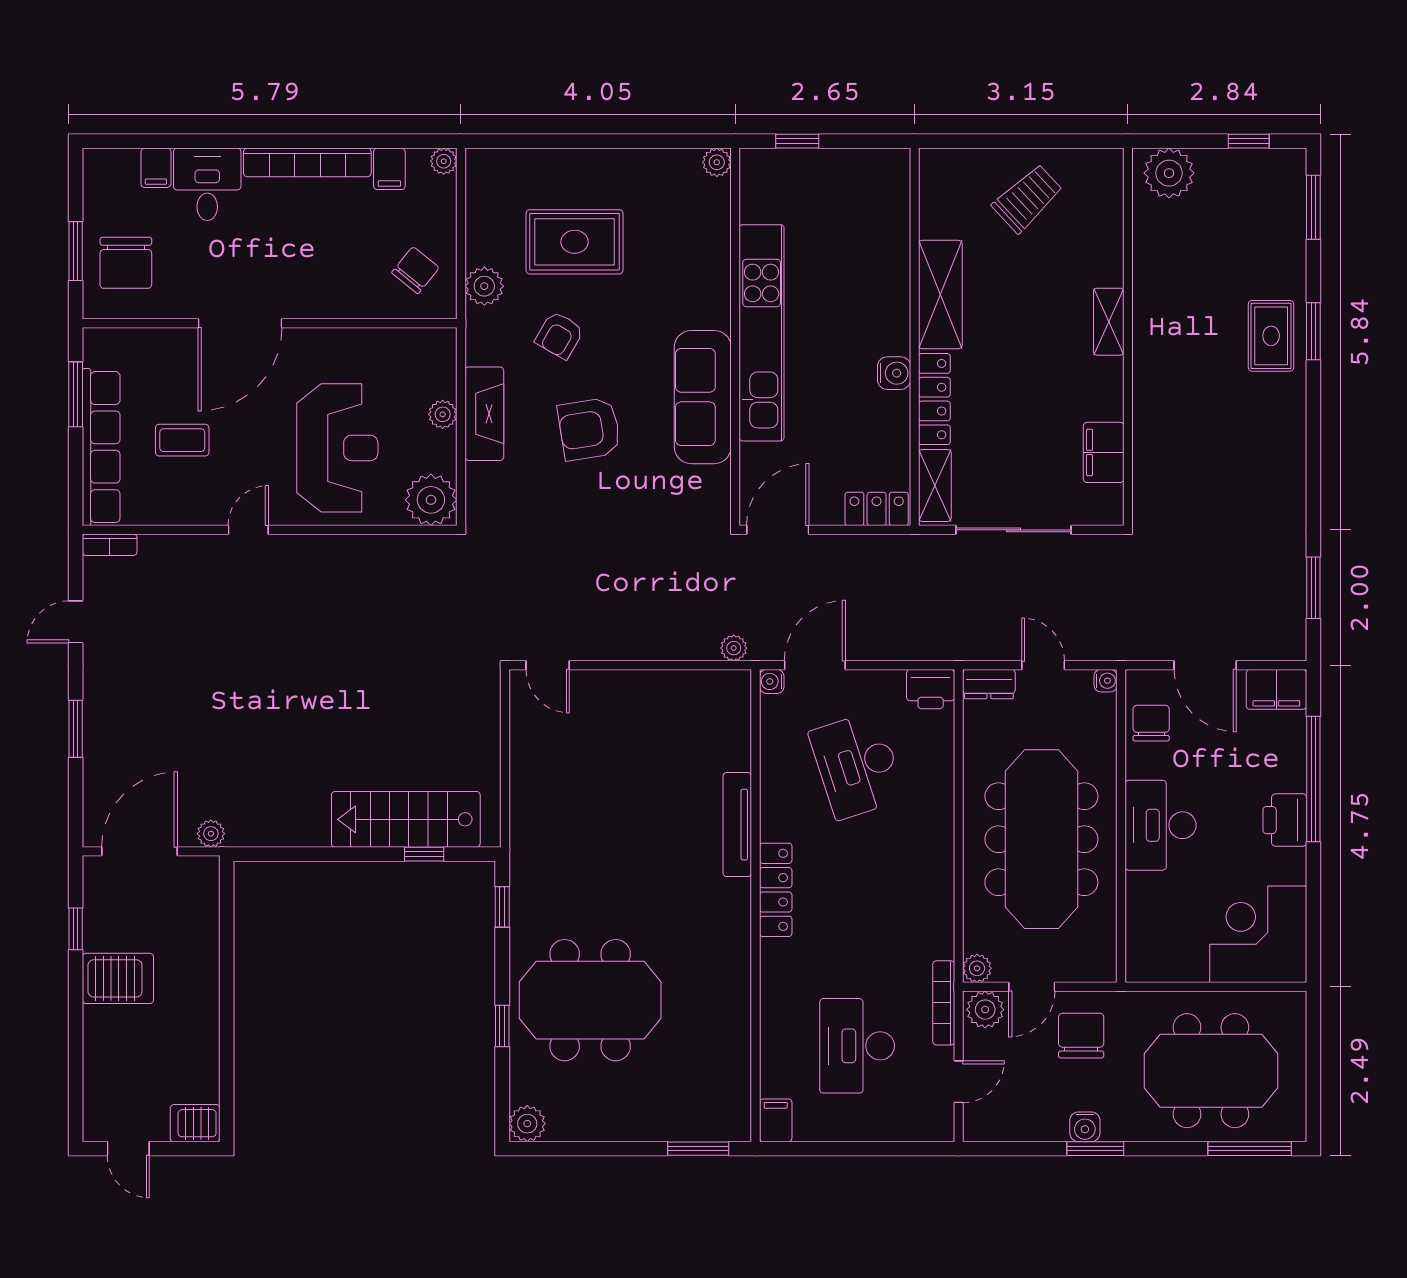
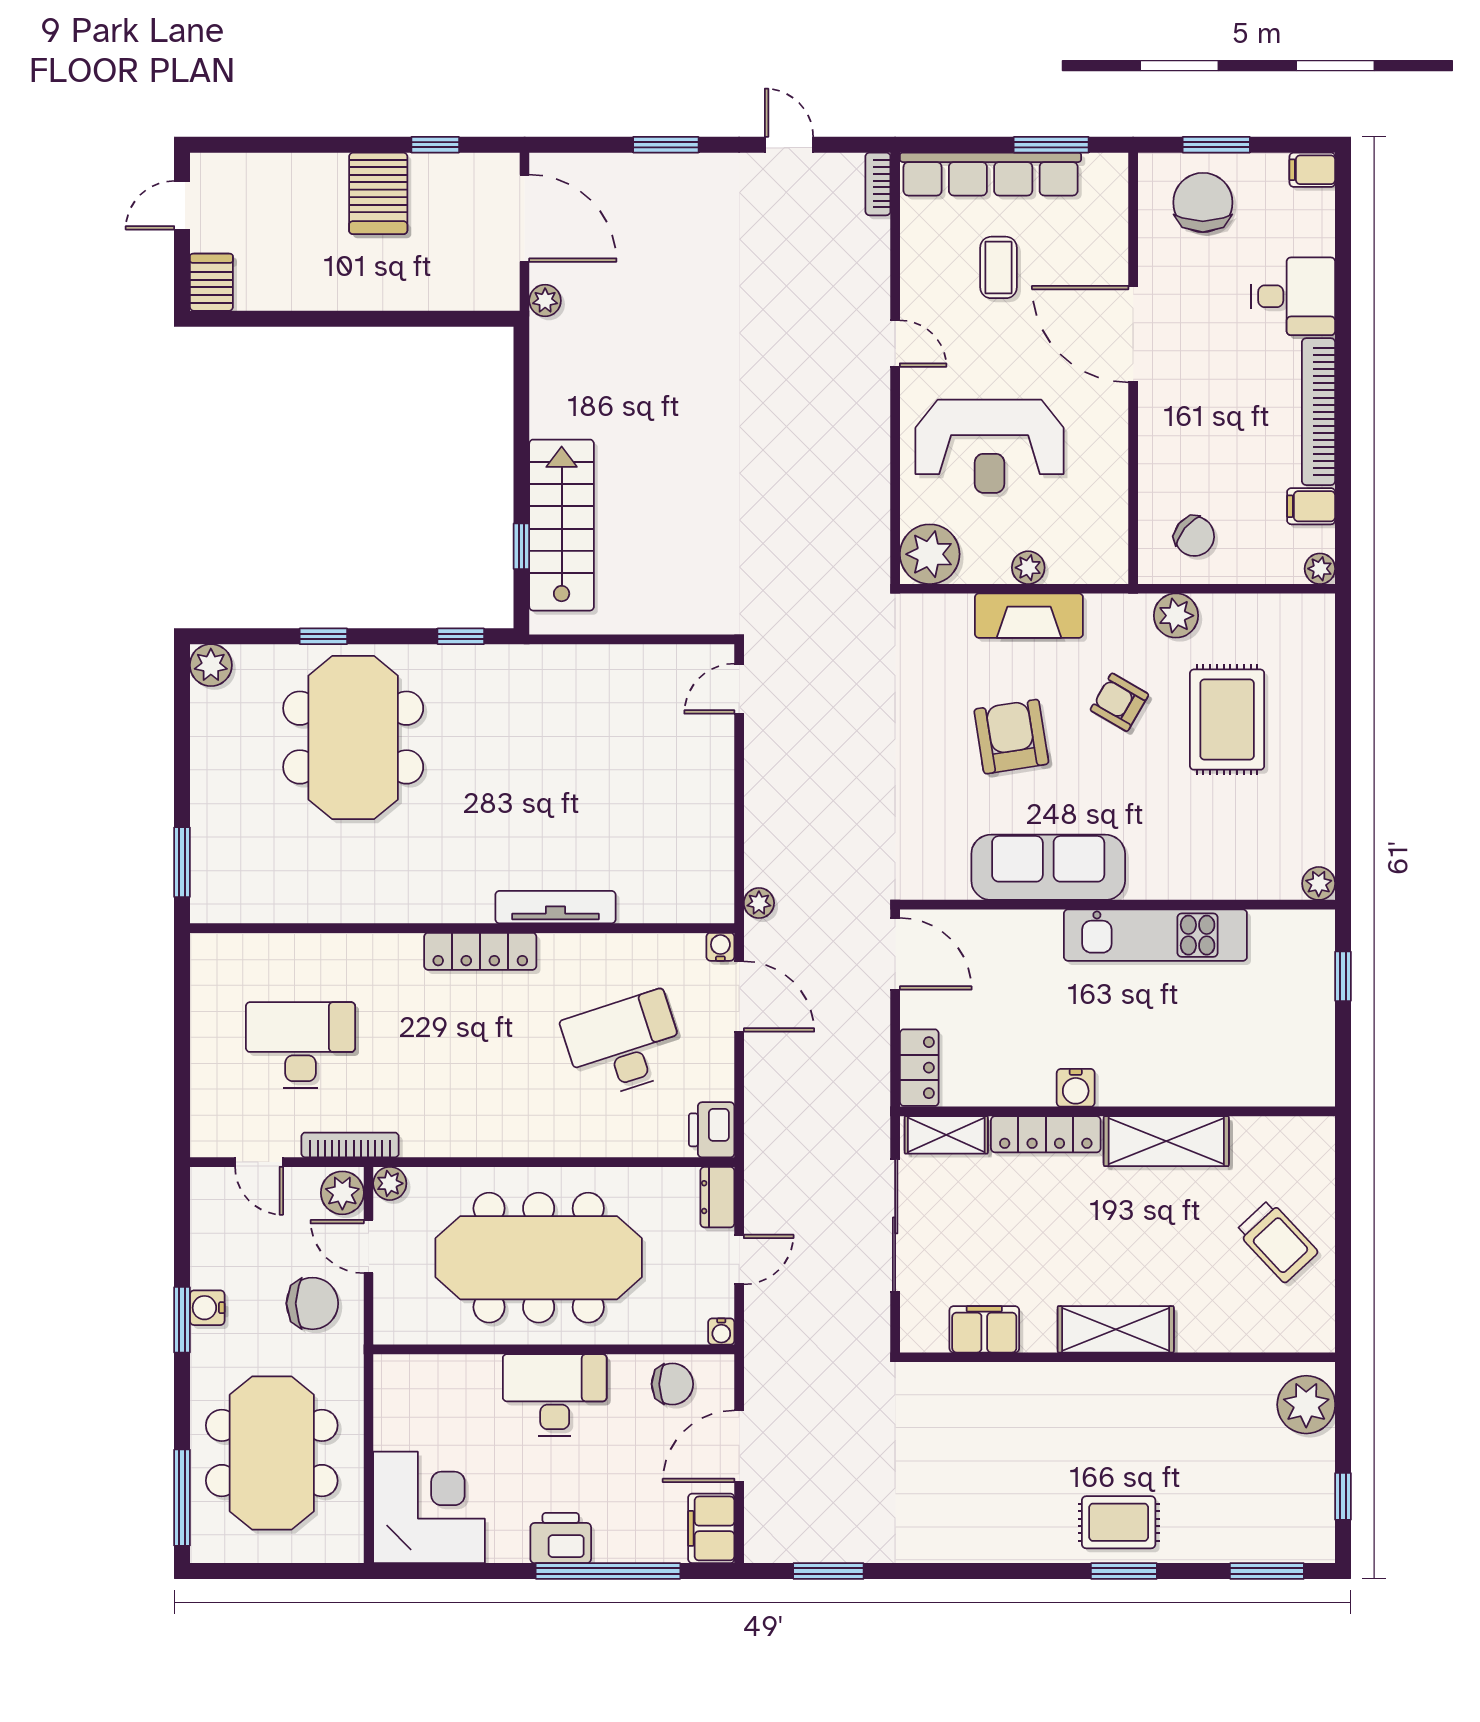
filing cabinet: (156, 168) -> (1312, 170), moved
chair: (126, 263) -> (1203, 202), turned 90
shelving: (1109, 322) -> (1116, 1329), width x1.50, depth x1.33
kitchen unit: (762, 333) -> (1155, 935), width x0.73
filing cabinet: (776, 1120) -> (215, 951), removed

